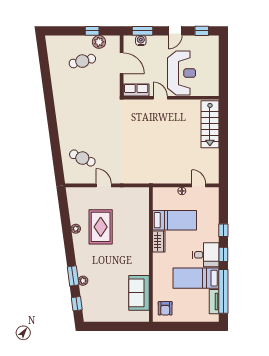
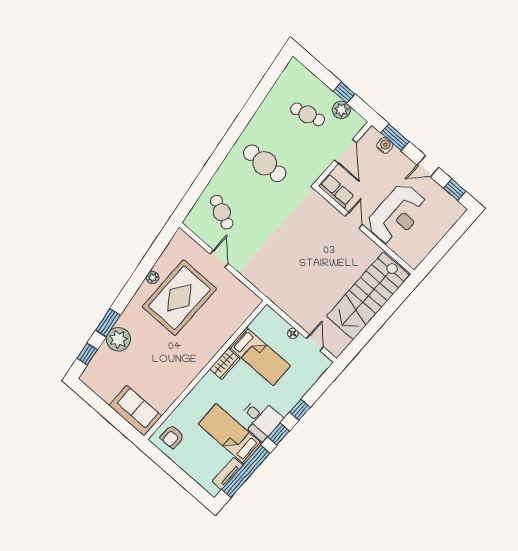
cafe table: (82, 110) -> (265, 163), added
stairs: (210, 124) -> (368, 296), width x1.36, depth x1.51
rug: (101, 227) -> (179, 298), width x1.37, depth x1.44
plant: (83, 281) -> (118, 339), width x1.87, depth x1.87
sofa: (139, 293) -> (135, 411), moved, turned 90

